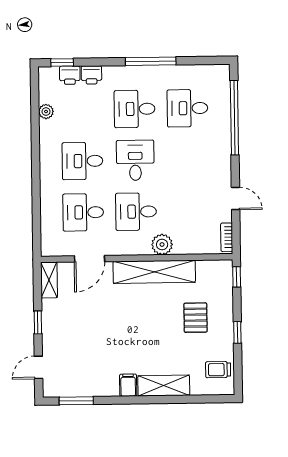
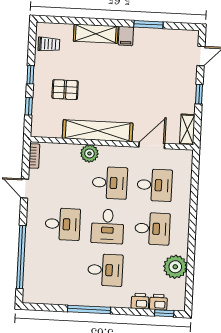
desk: (187, 108) -> (63, 224), moved
plant: (46, 112) -> (175, 267), width x1.88, depth x1.88
window: (237, 277) -> (29, 106), moved
pallet: (195, 318) -> (65, 90), turned 90
window: (76, 401) -> (148, 24), moved

